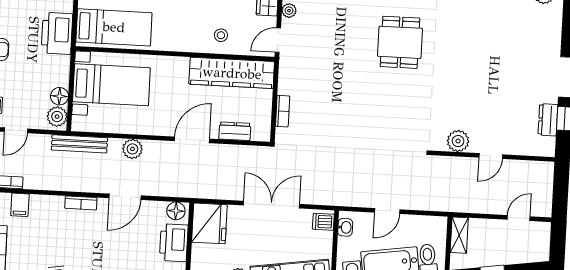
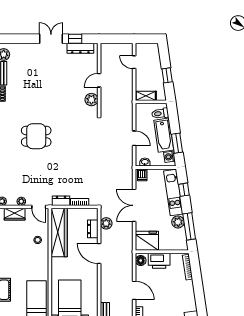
dresser: (286, 79) -> (61, 201), added
dresser: (548, 120) -> (80, 48), width x1.44
plant: (132, 149) -> (106, 223), moved
door: (491, 156) -> (99, 80), swing flipped

